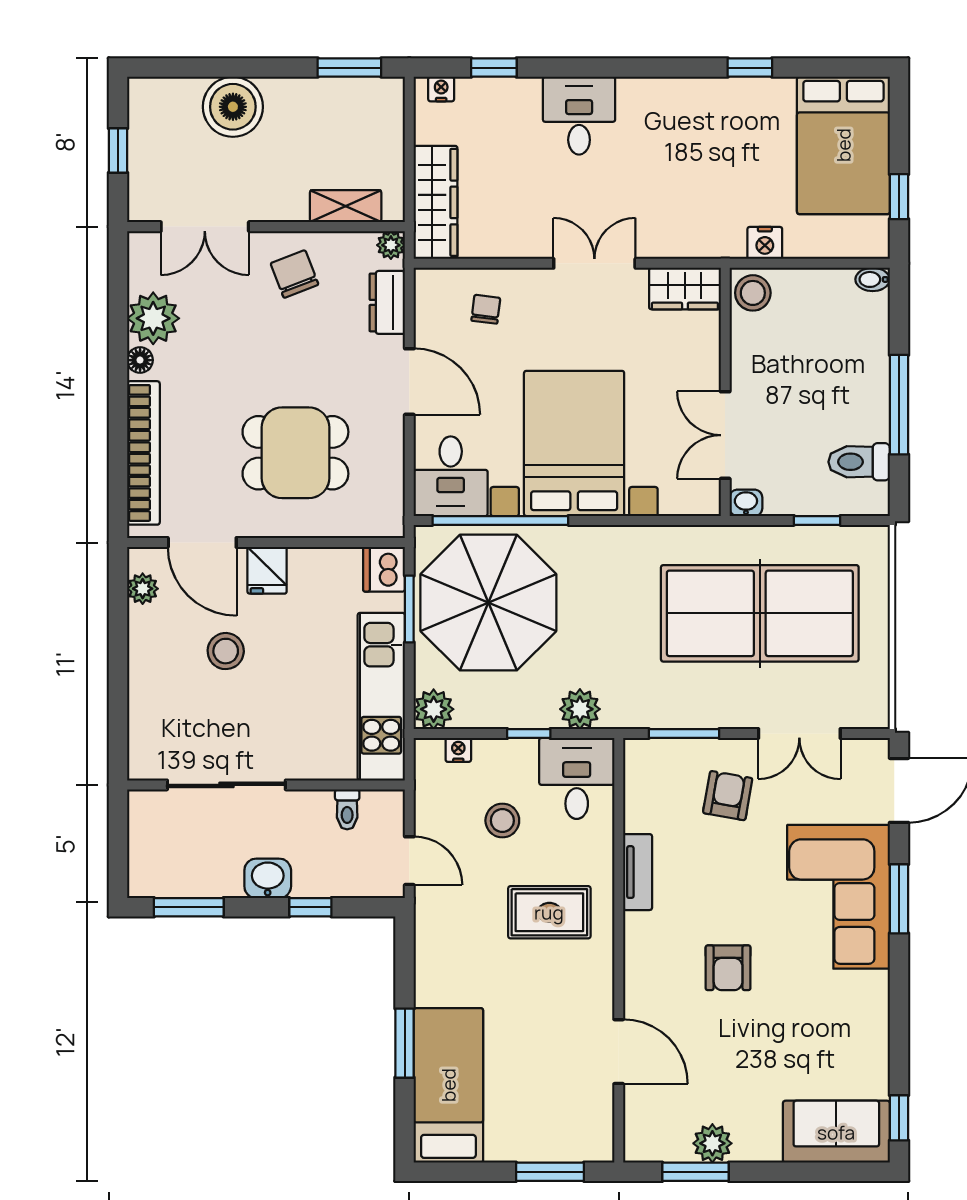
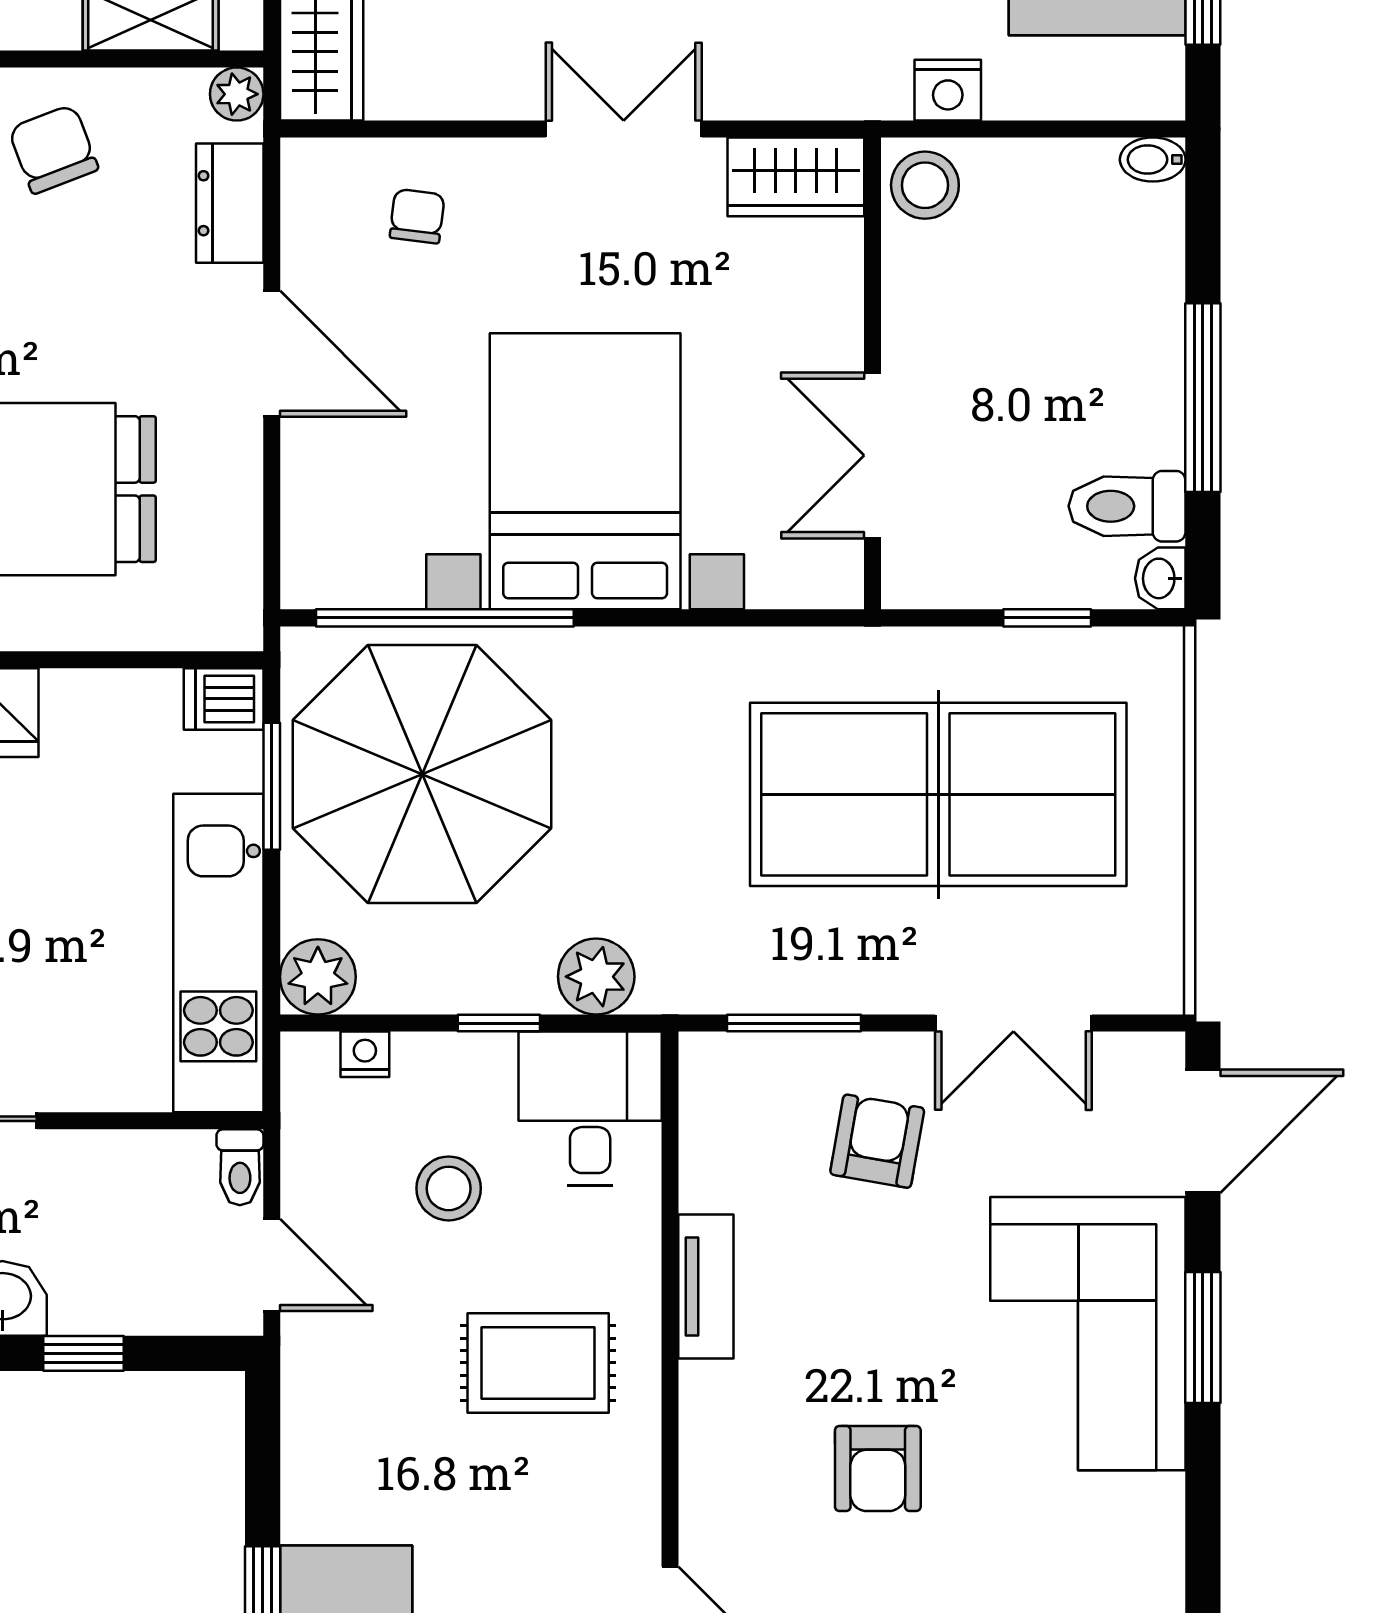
desk: (451, 476) -> (350, 534), removed
washbasin: (746, 503) -> (1160, 578), moved, turned -90
dishwasher: (384, 569) -> (224, 699), width x0.73
toilet: (347, 809) -> (240, 1167), moved

